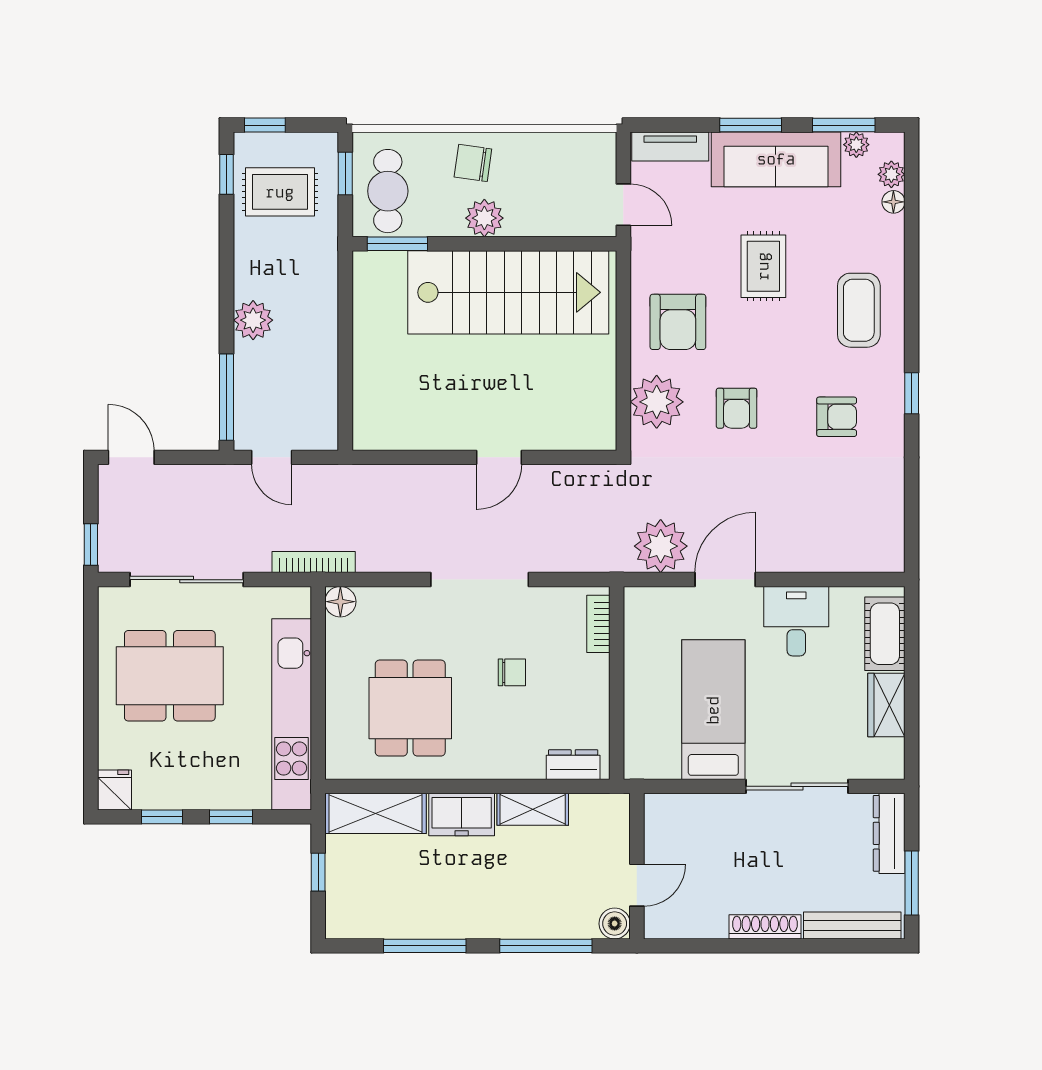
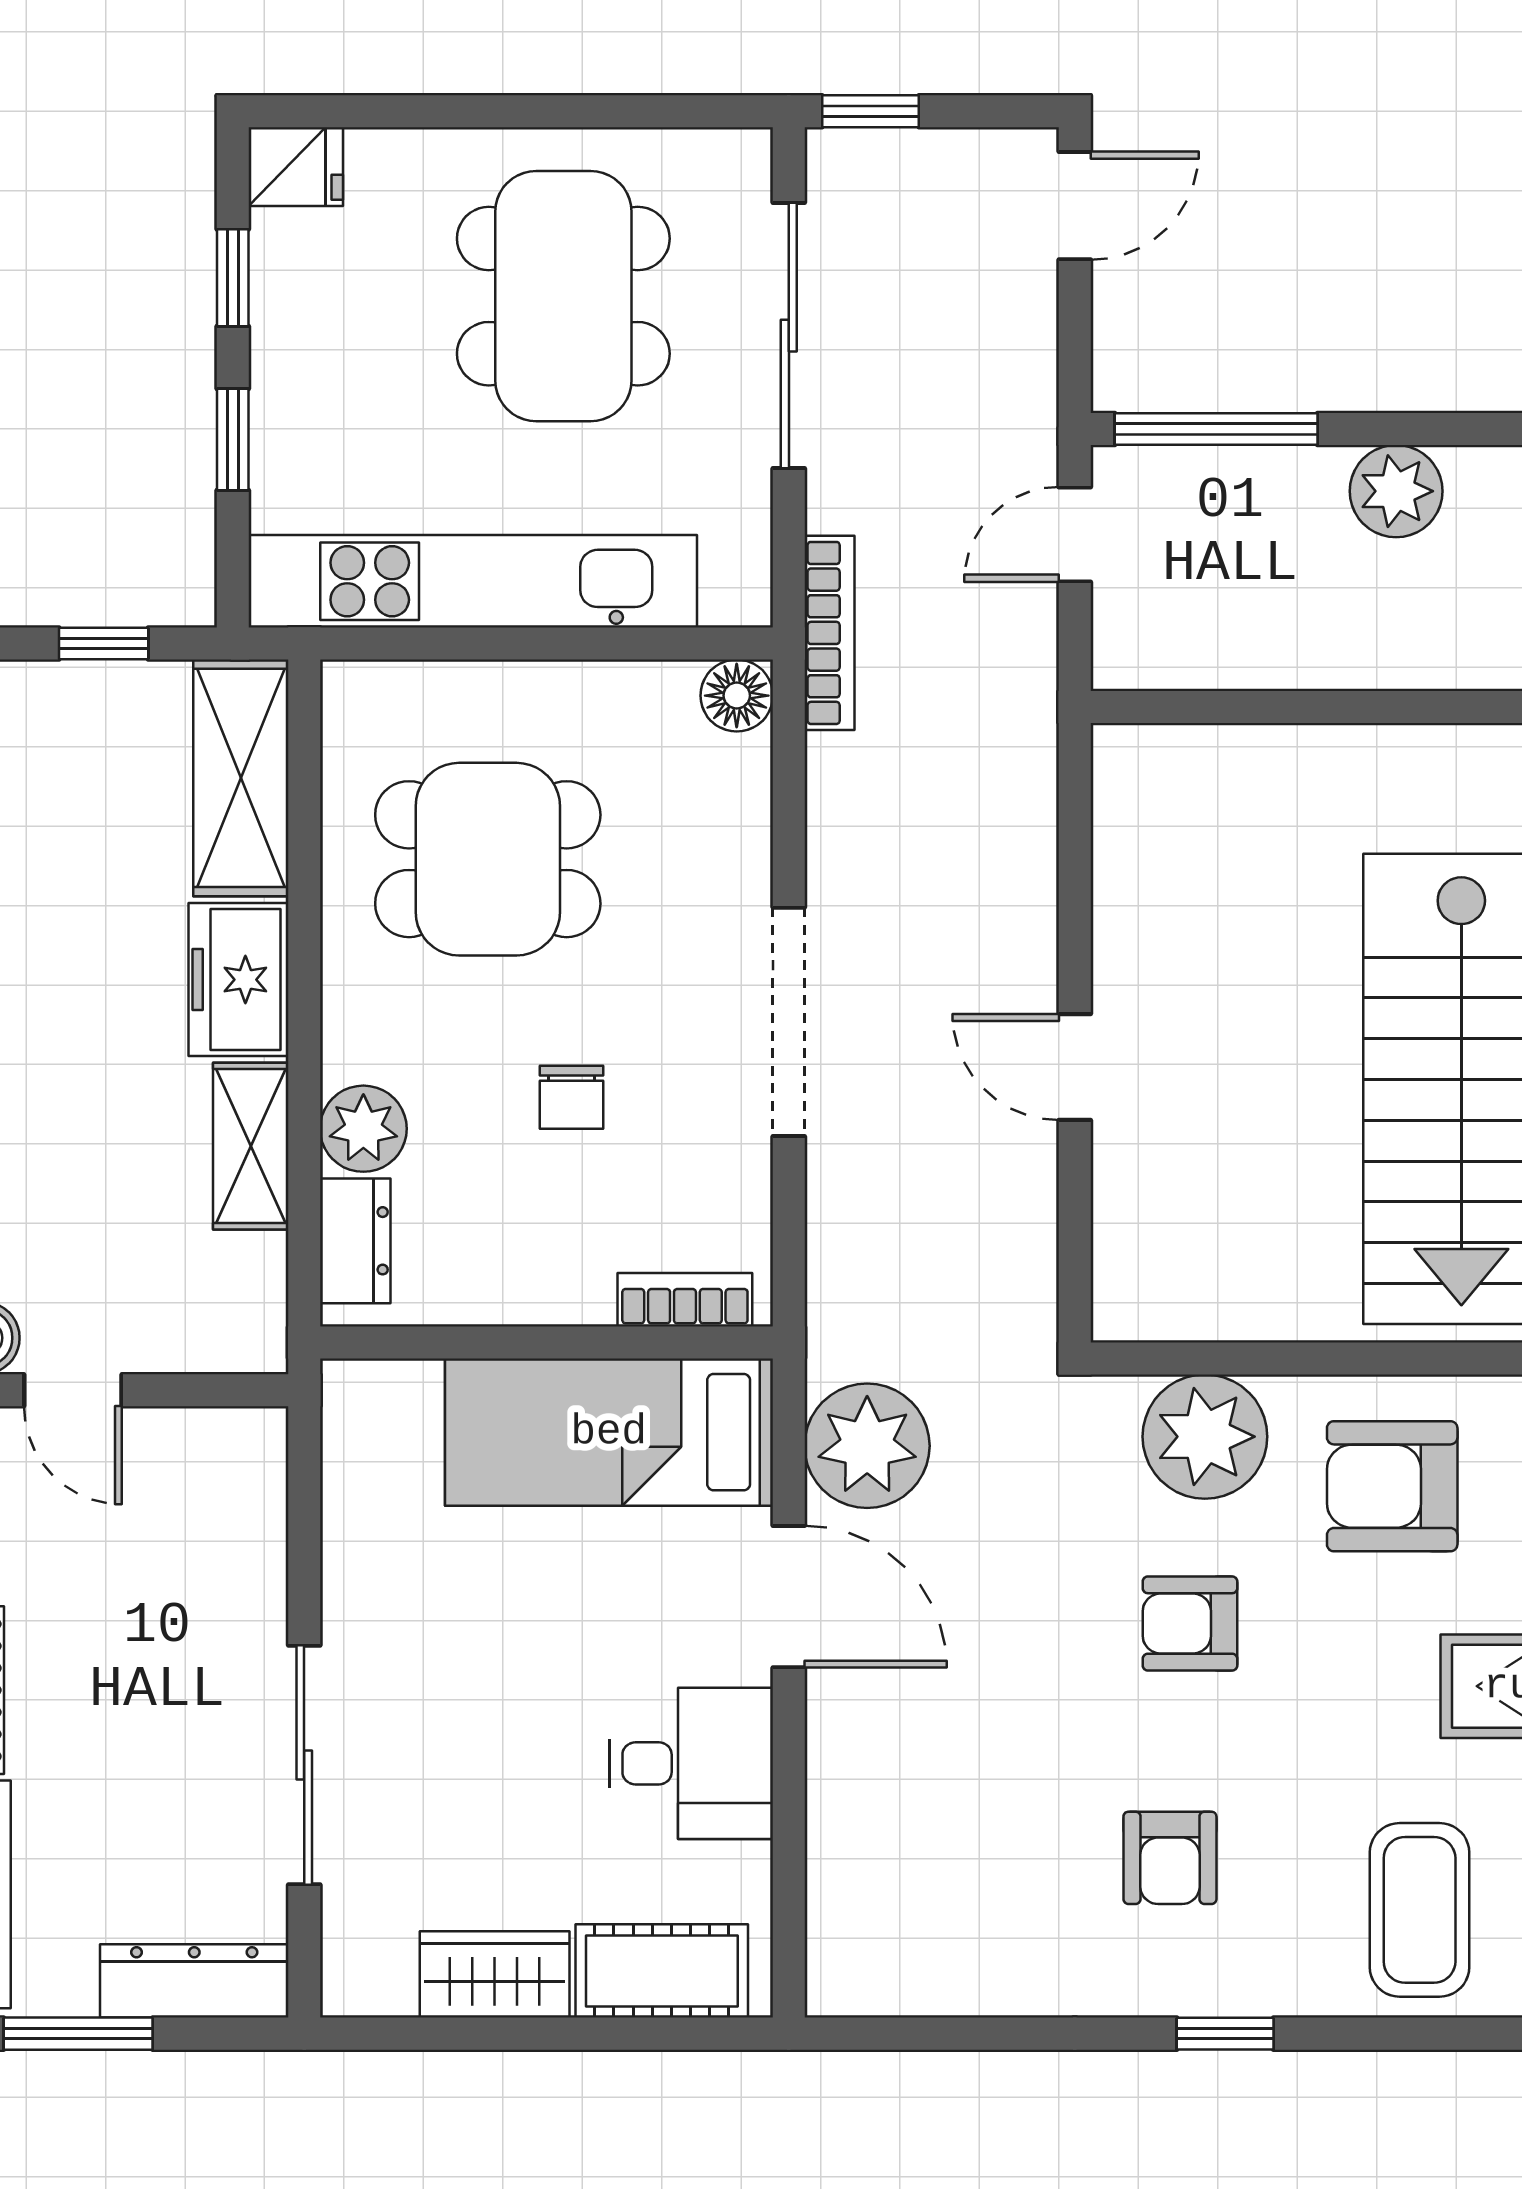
coffee table: (859, 310) -> (1420, 1910), turned 90
bed: (713, 710) -> (609, 1432), moved, turned 180
plant: (525, 761) -> (363, 1129), added

